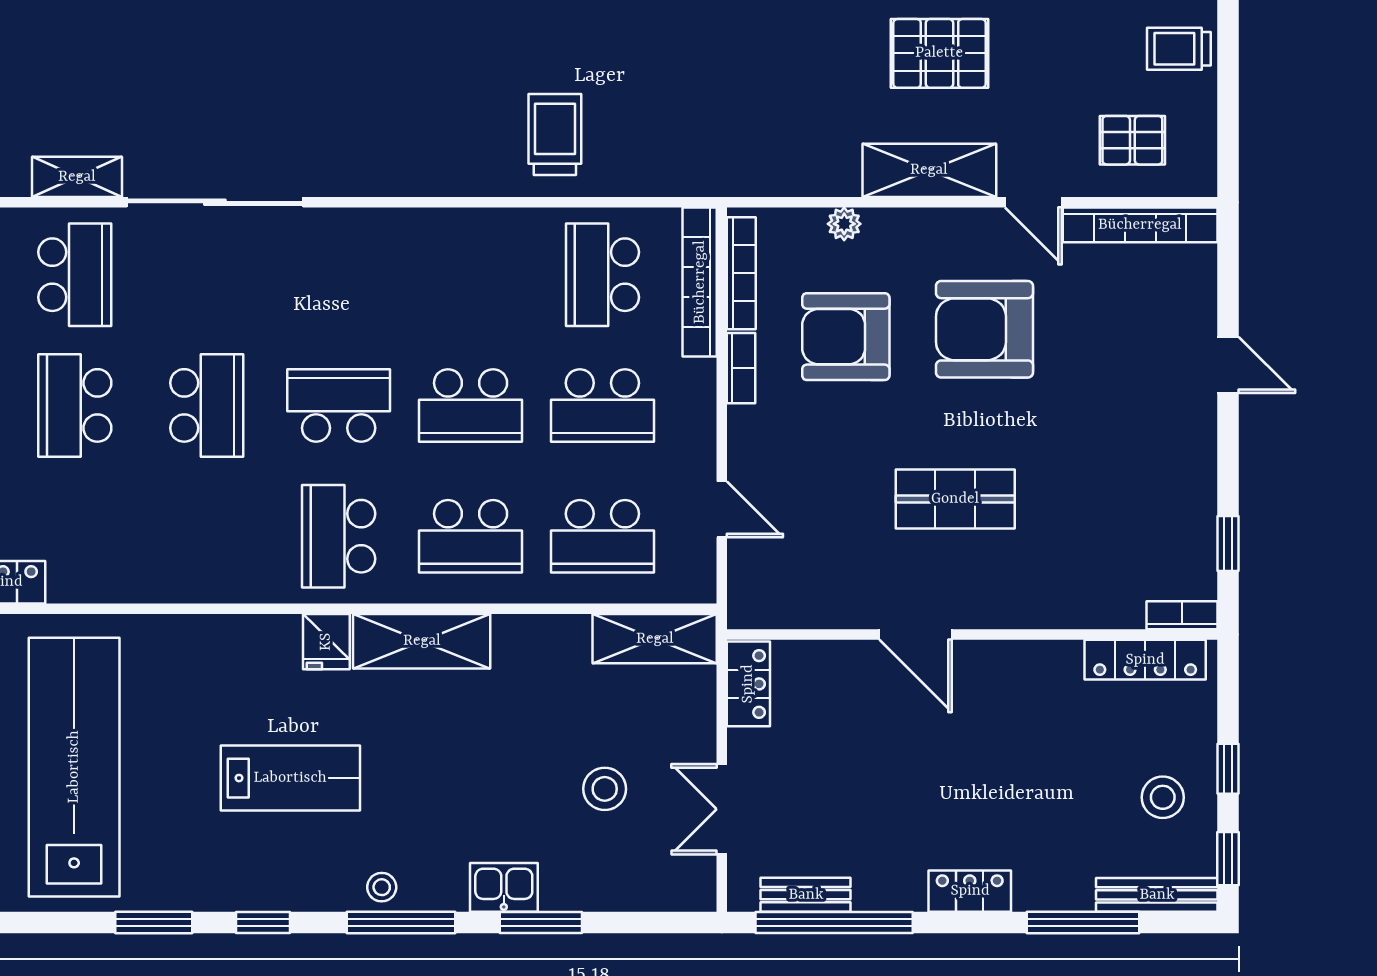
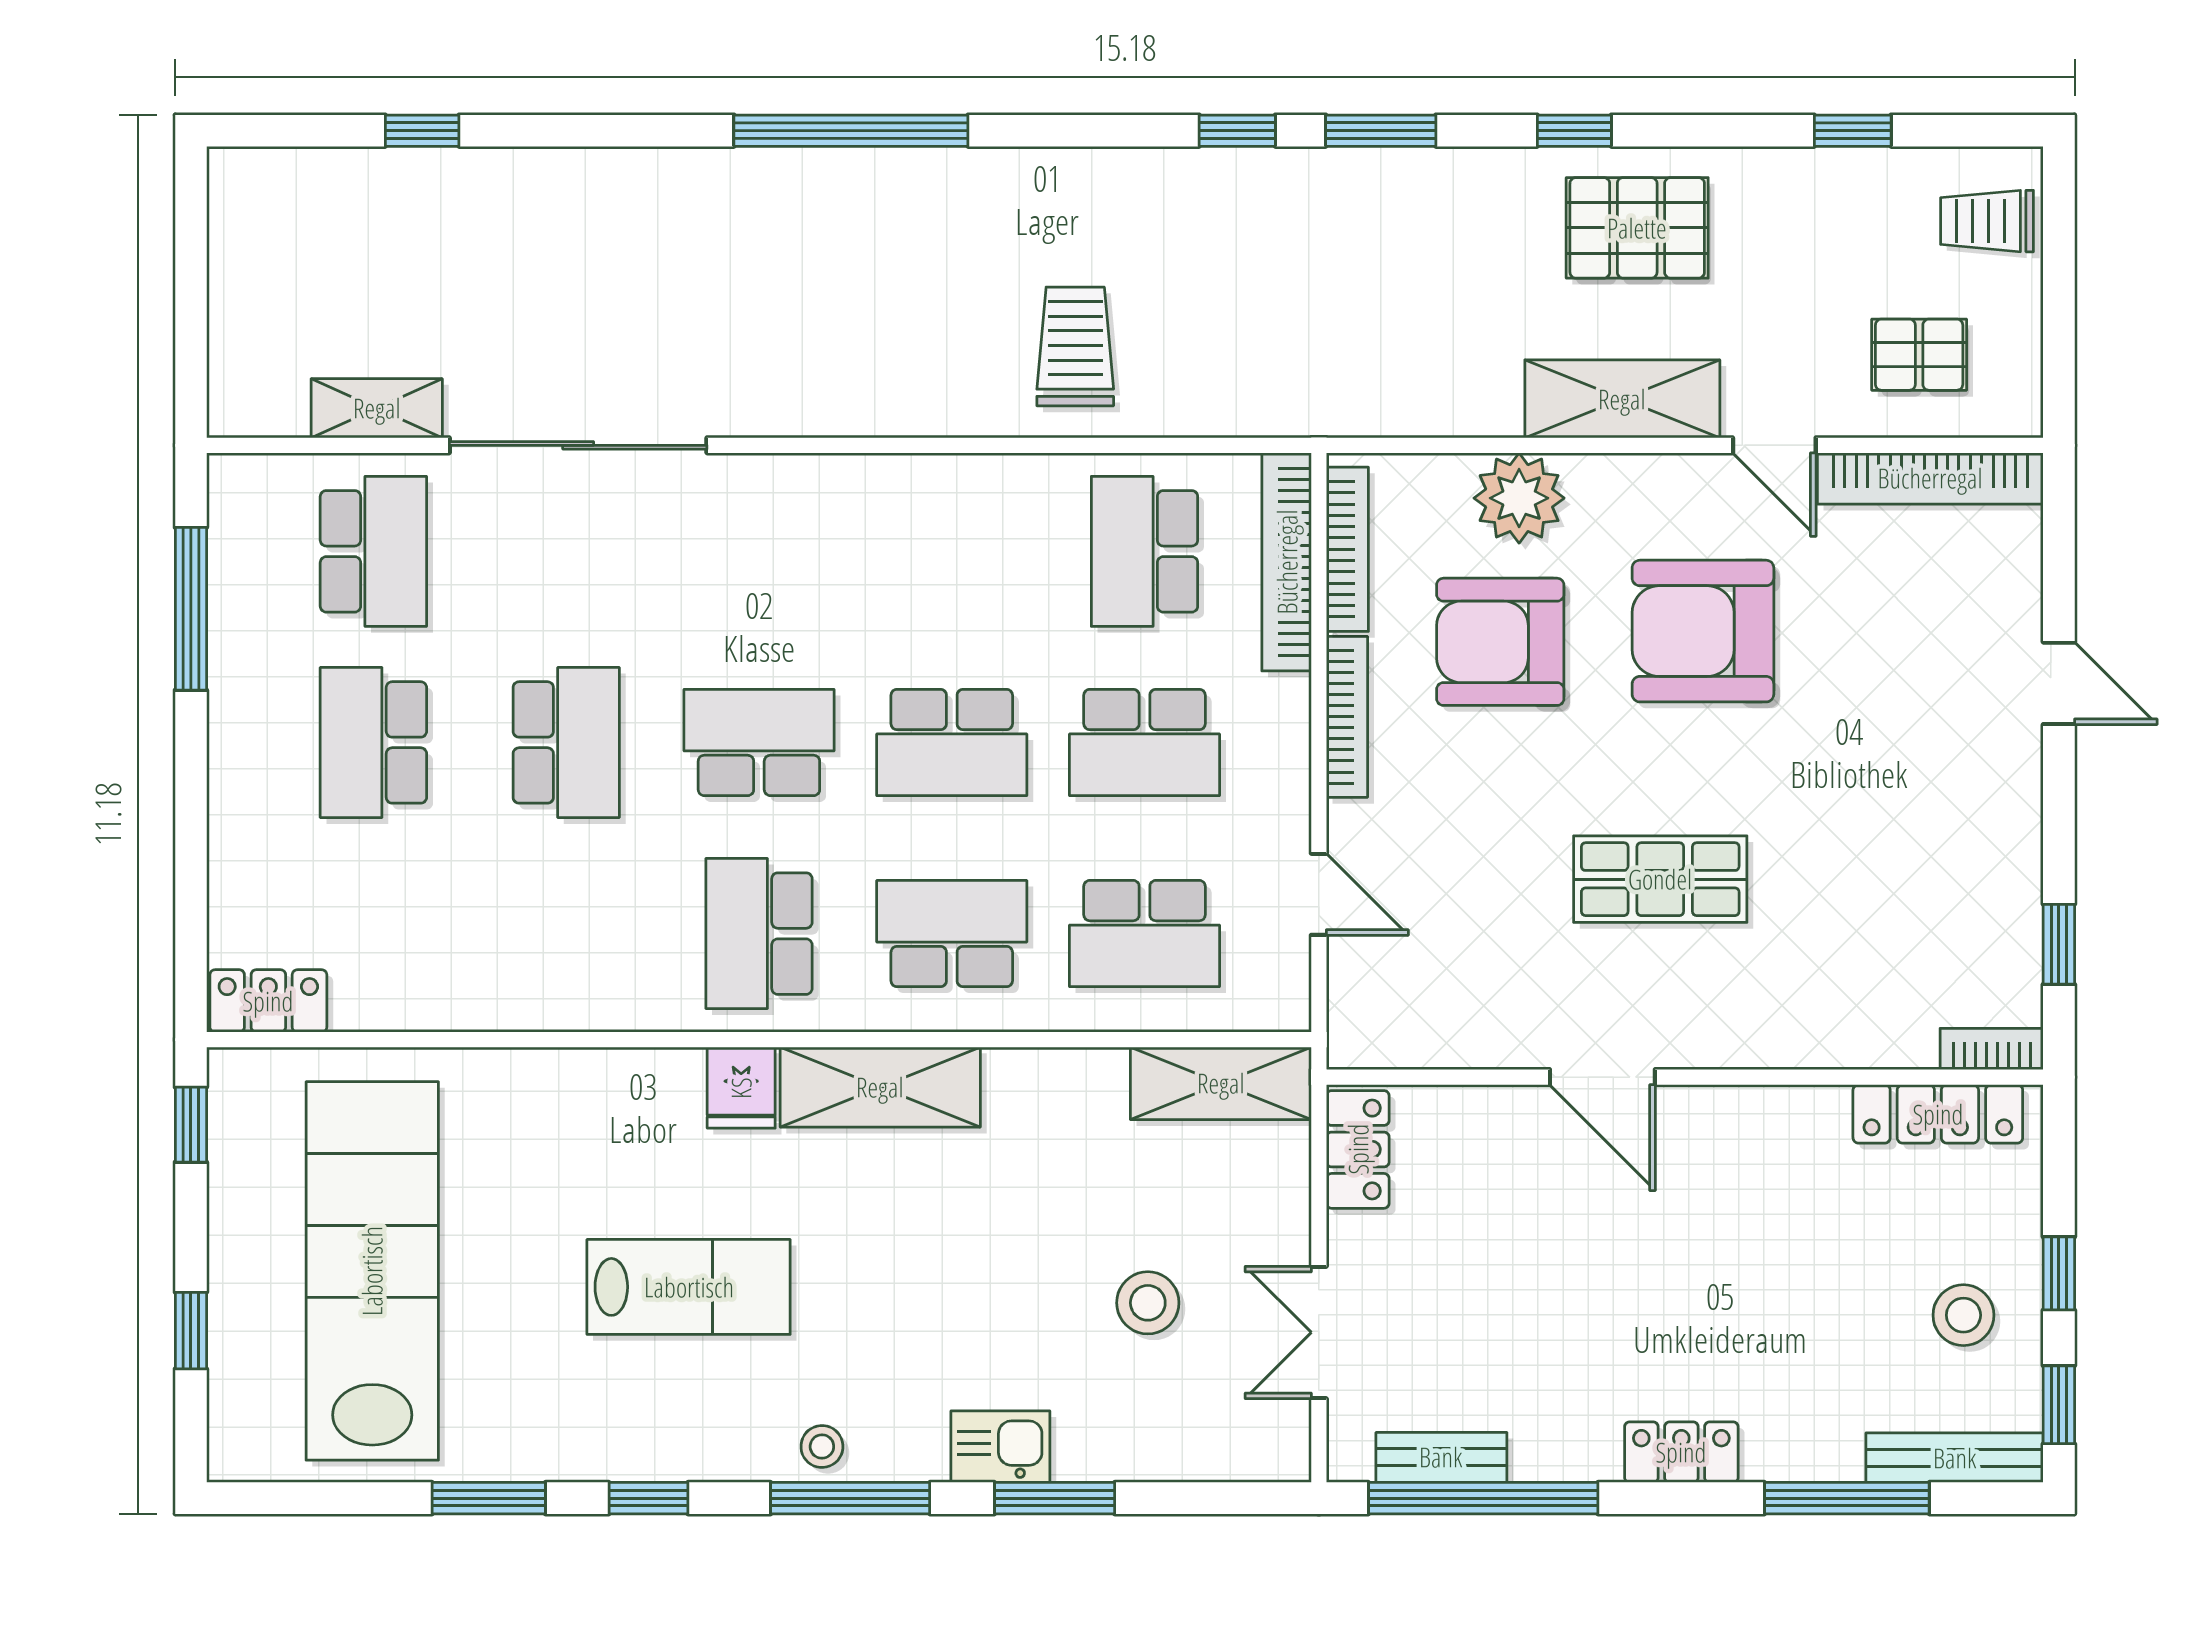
plant: (844, 224) -> (1519, 498), width x1.88, depth x1.88
bookcase: (741, 368) -> (1347, 717), width x1.56
school desk: (471, 536) -> (952, 934), turned 180

